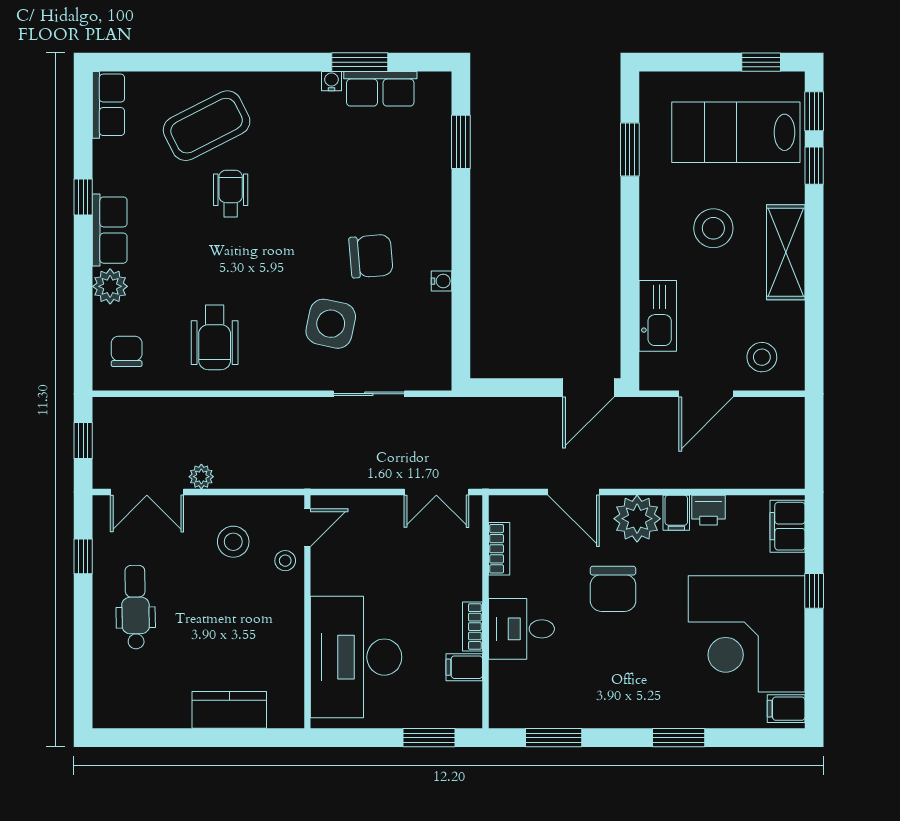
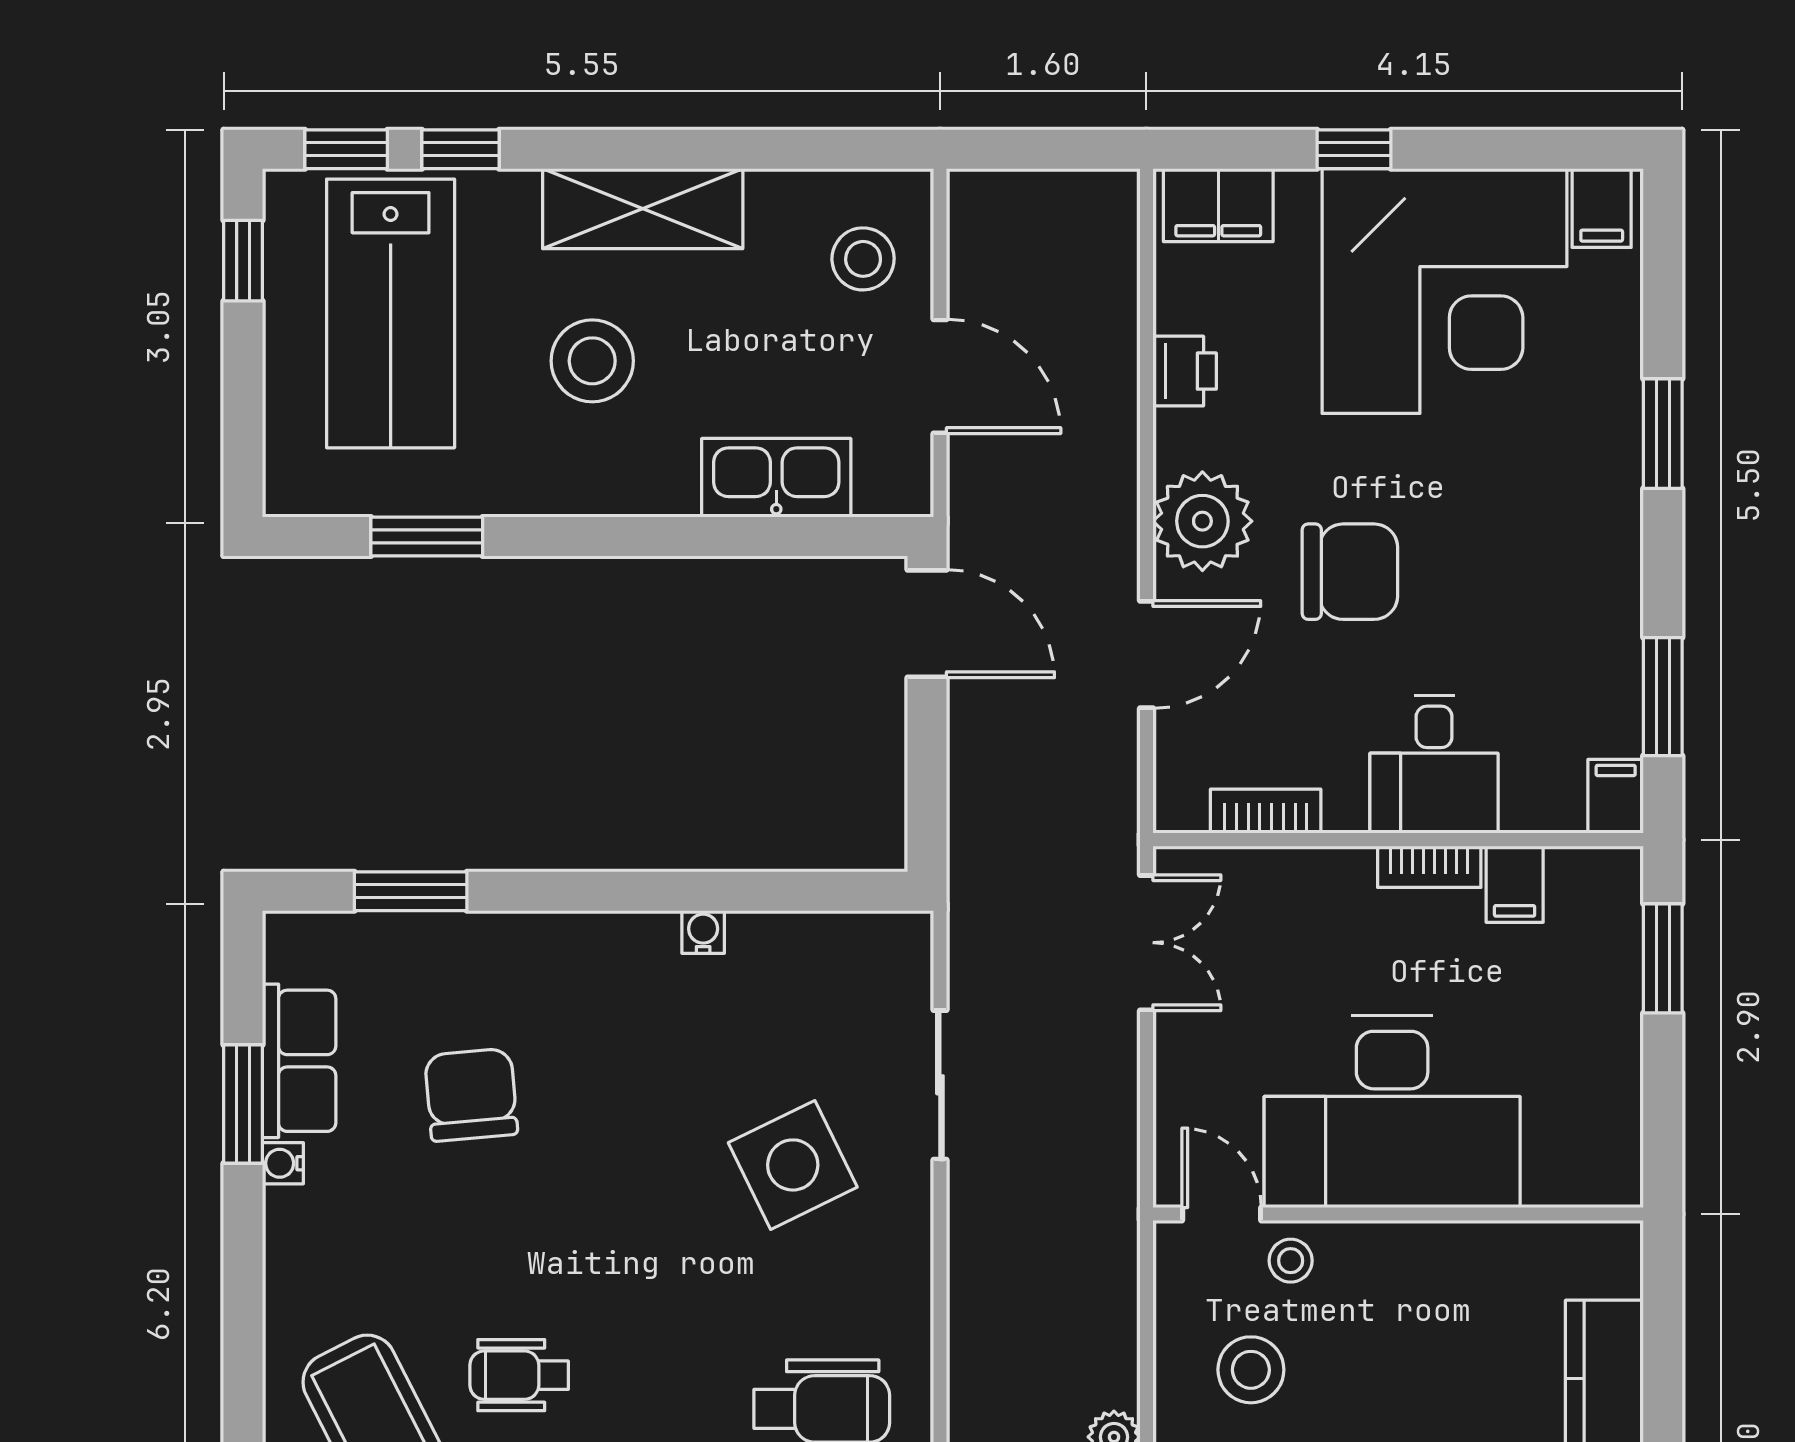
chair: (371, 256) -> (471, 1095), moved
side table: (331, 324) -> (793, 1165), turned -38
filing cabinet: (676, 513) -> (1616, 796), moved, turned -90
desk: (356, 657) -> (1392, 1112), moved

